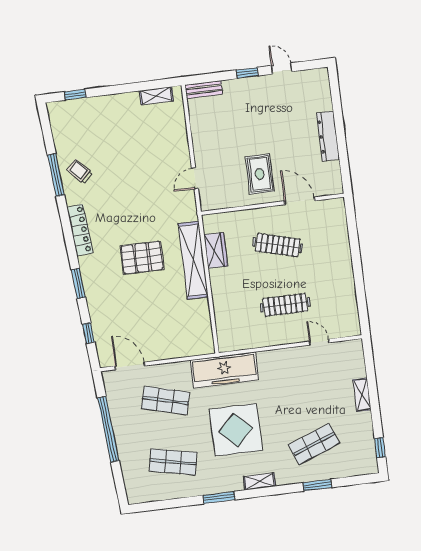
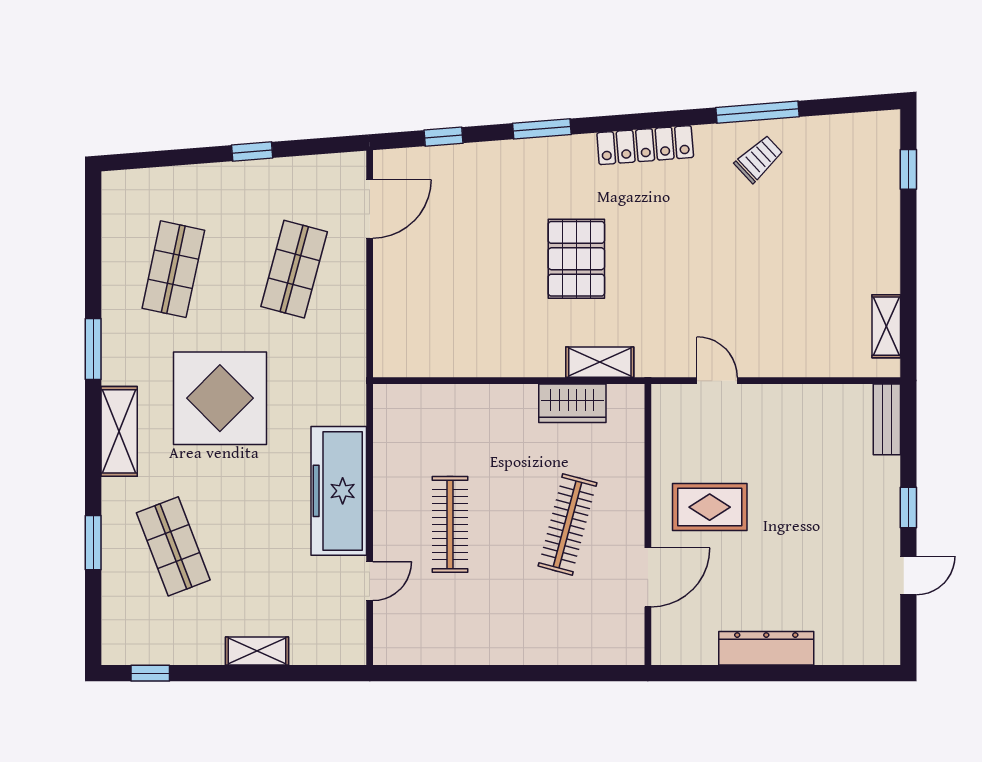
shelving: (193, 260) -> (600, 362), width x0.45, depth x0.75
freezer: (224, 370) -> (339, 491), moved
window: (108, 429) -> (252, 152), width x0.32
shelving: (259, 481) -> (119, 431), width x1.50, depth x1.33

